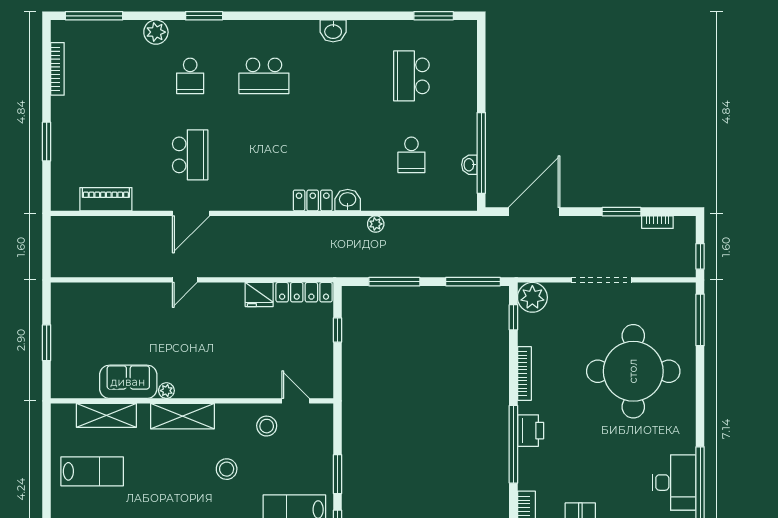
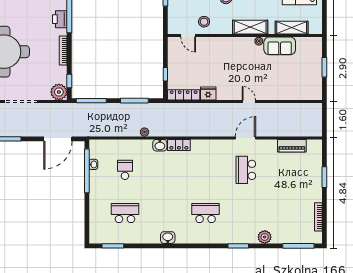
school desk: (190, 76) -> (246, 213), removed
school desk: (411, 76) -> (125, 213), turned -90
door: (185, 280) -> (249, 101), hinge flipped

